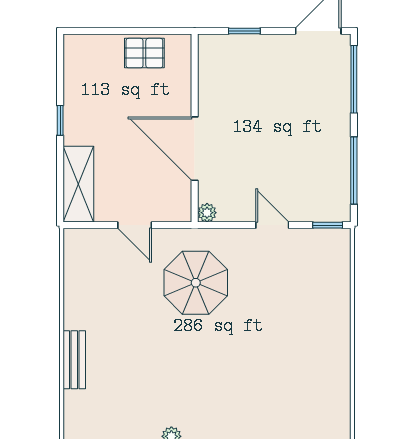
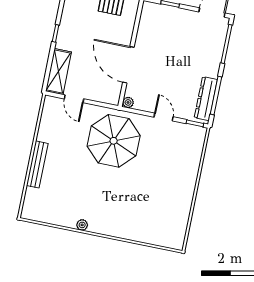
dresser: (338, 179) -> (206, 99), added
door: (135, 225) -> (74, 99), moved
parasol: (196, 283) -> (114, 141), width x1.36, depth x1.36
bench: (74, 360) -> (37, 164), width x1.36

